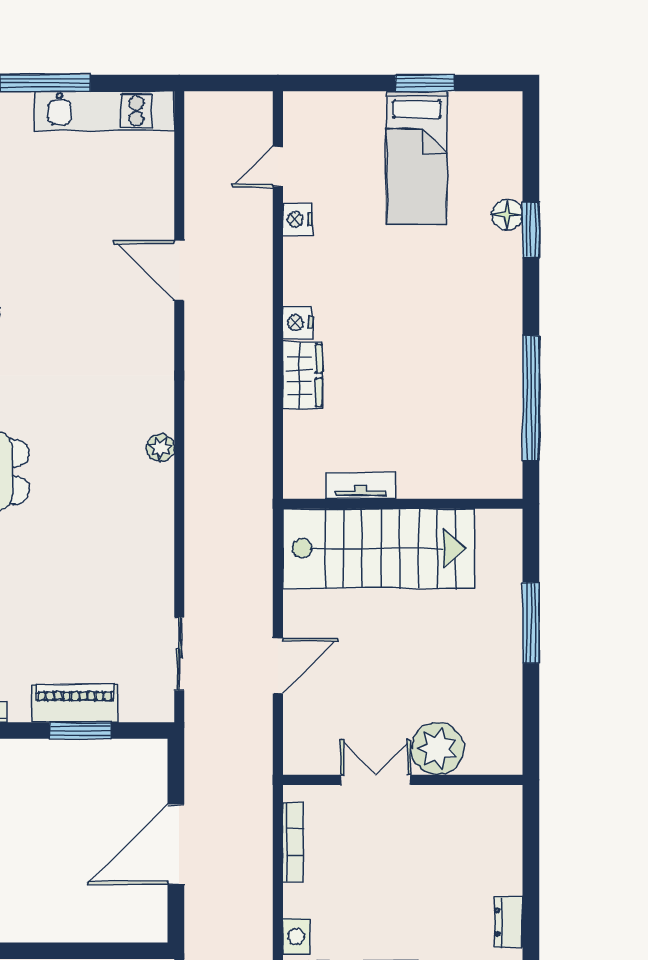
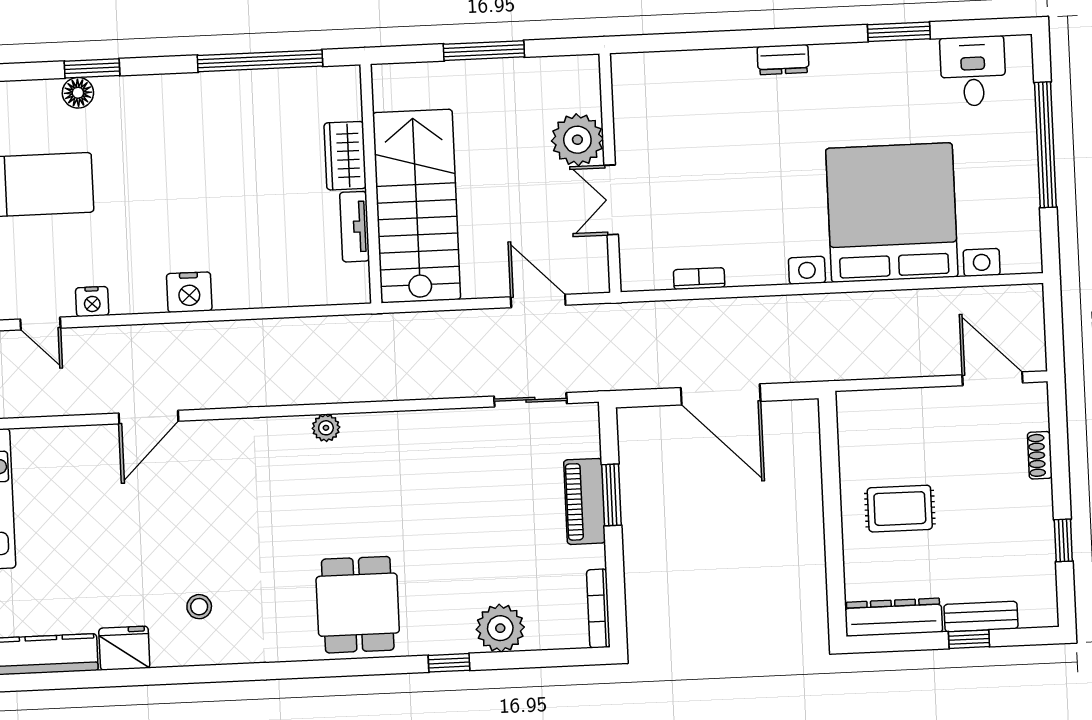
nightstand: (298, 323) -> (189, 292), width x1.36, depth x1.33
wardrobe: (302, 375) -> (345, 156), moved, turned -90
plant: (437, 749) -> (577, 140), moved
double door: (376, 780) -> (611, 200), moved
wall: (403, 780) -> (610, 173), moved
bookcase: (293, 842) -> (699, 279), width x0.64

